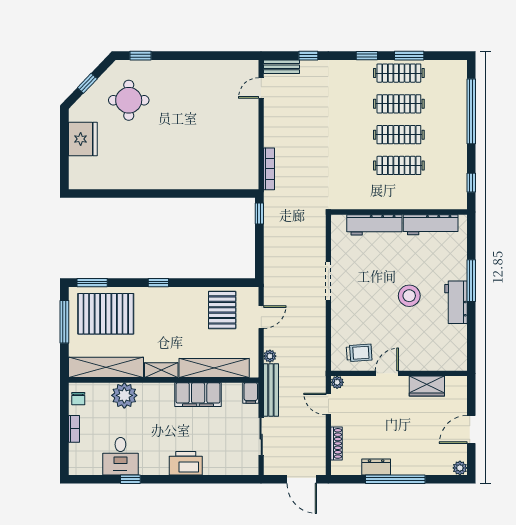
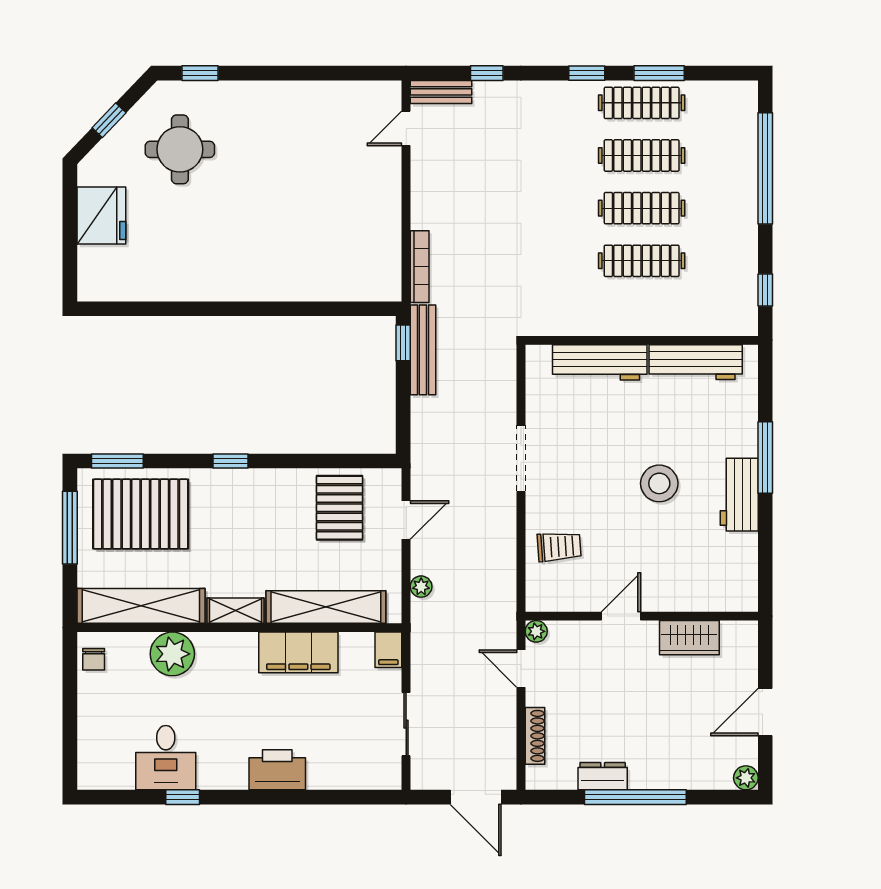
trolley: (359, 353) -> (559, 547), moved
bench: (271, 390) -> (423, 350), moved
bookcase: (74, 429) -> (86, 711), removed

